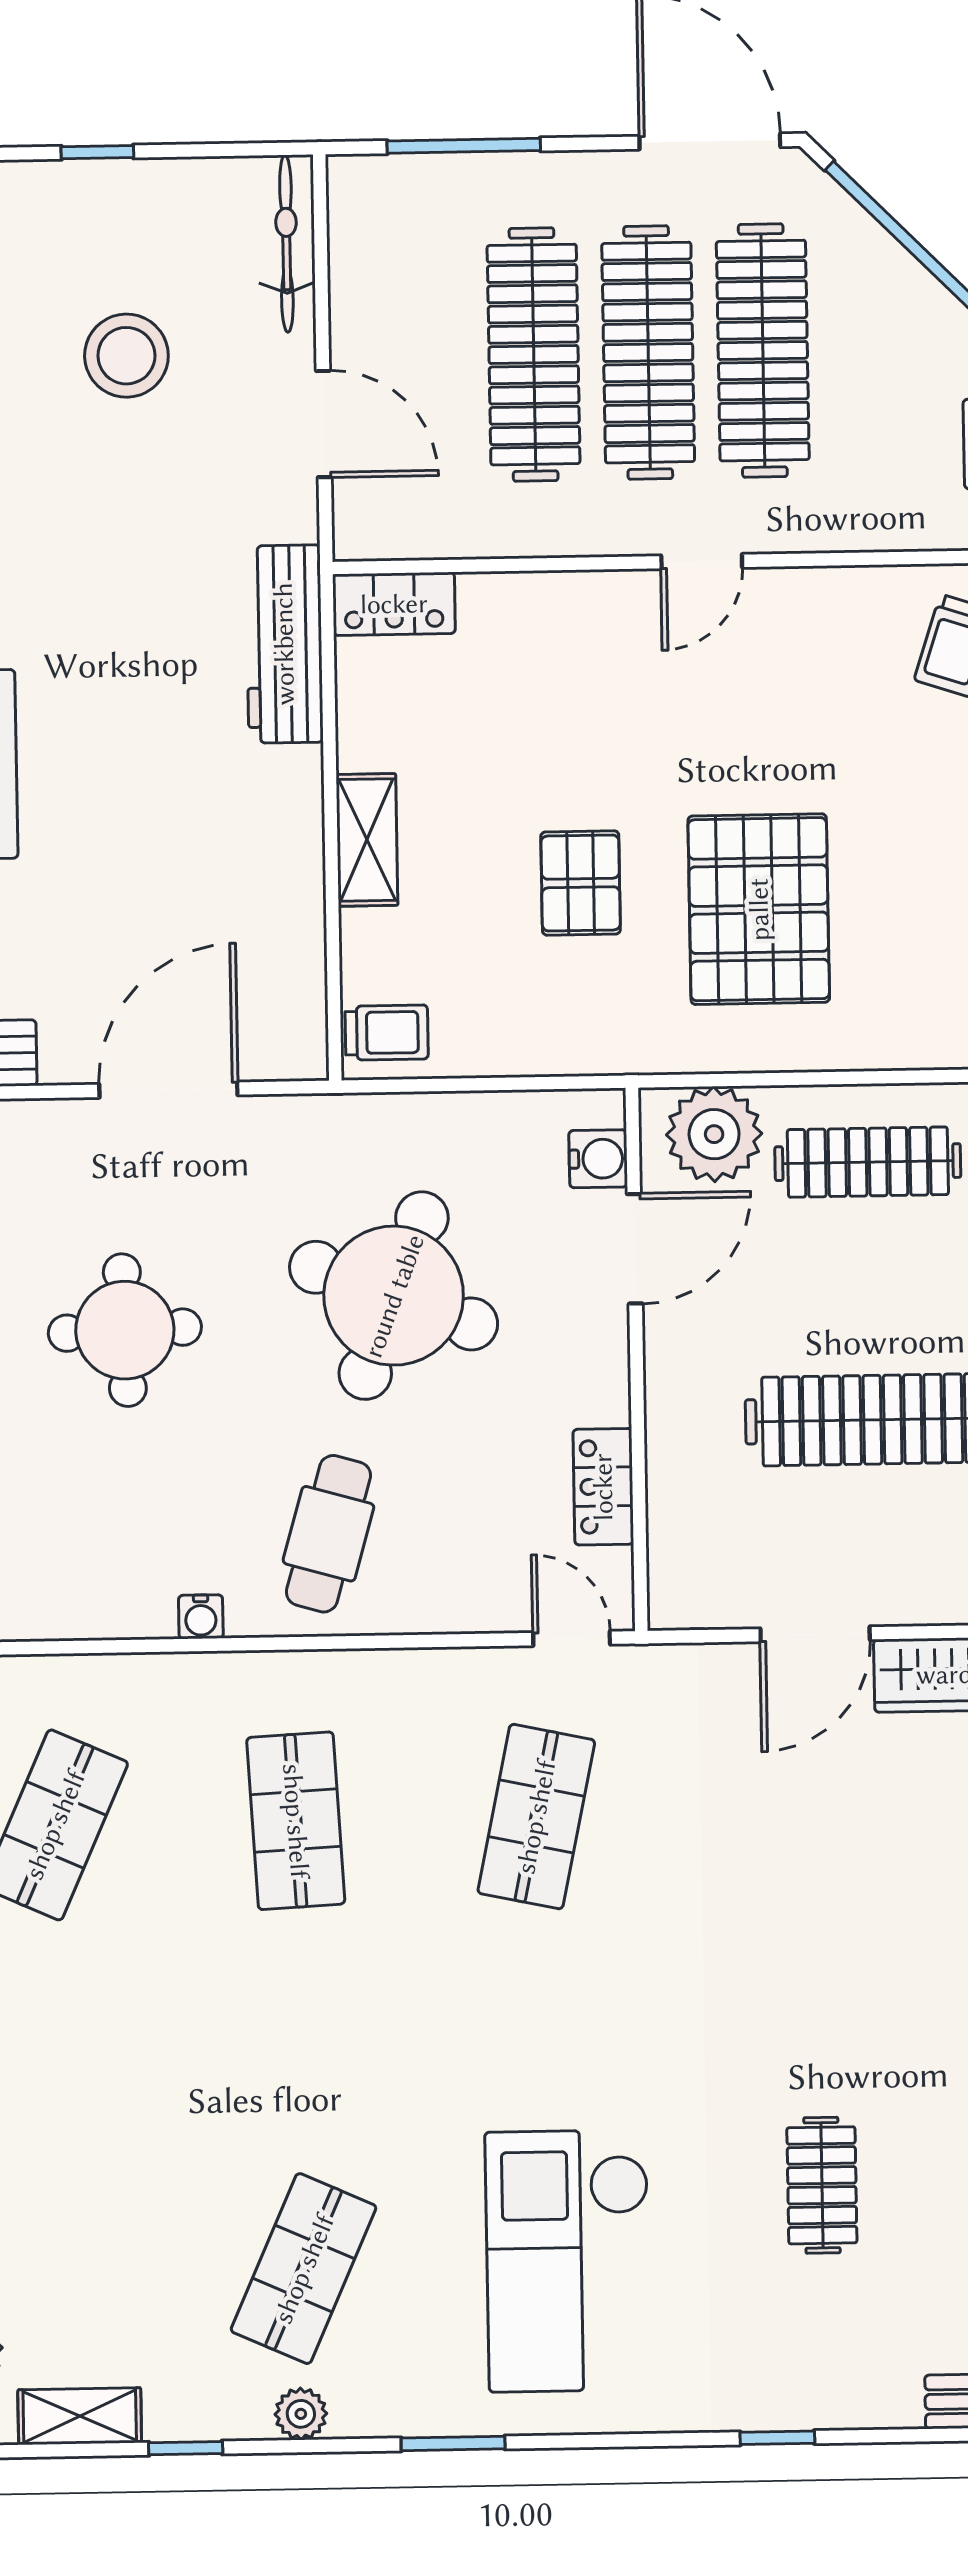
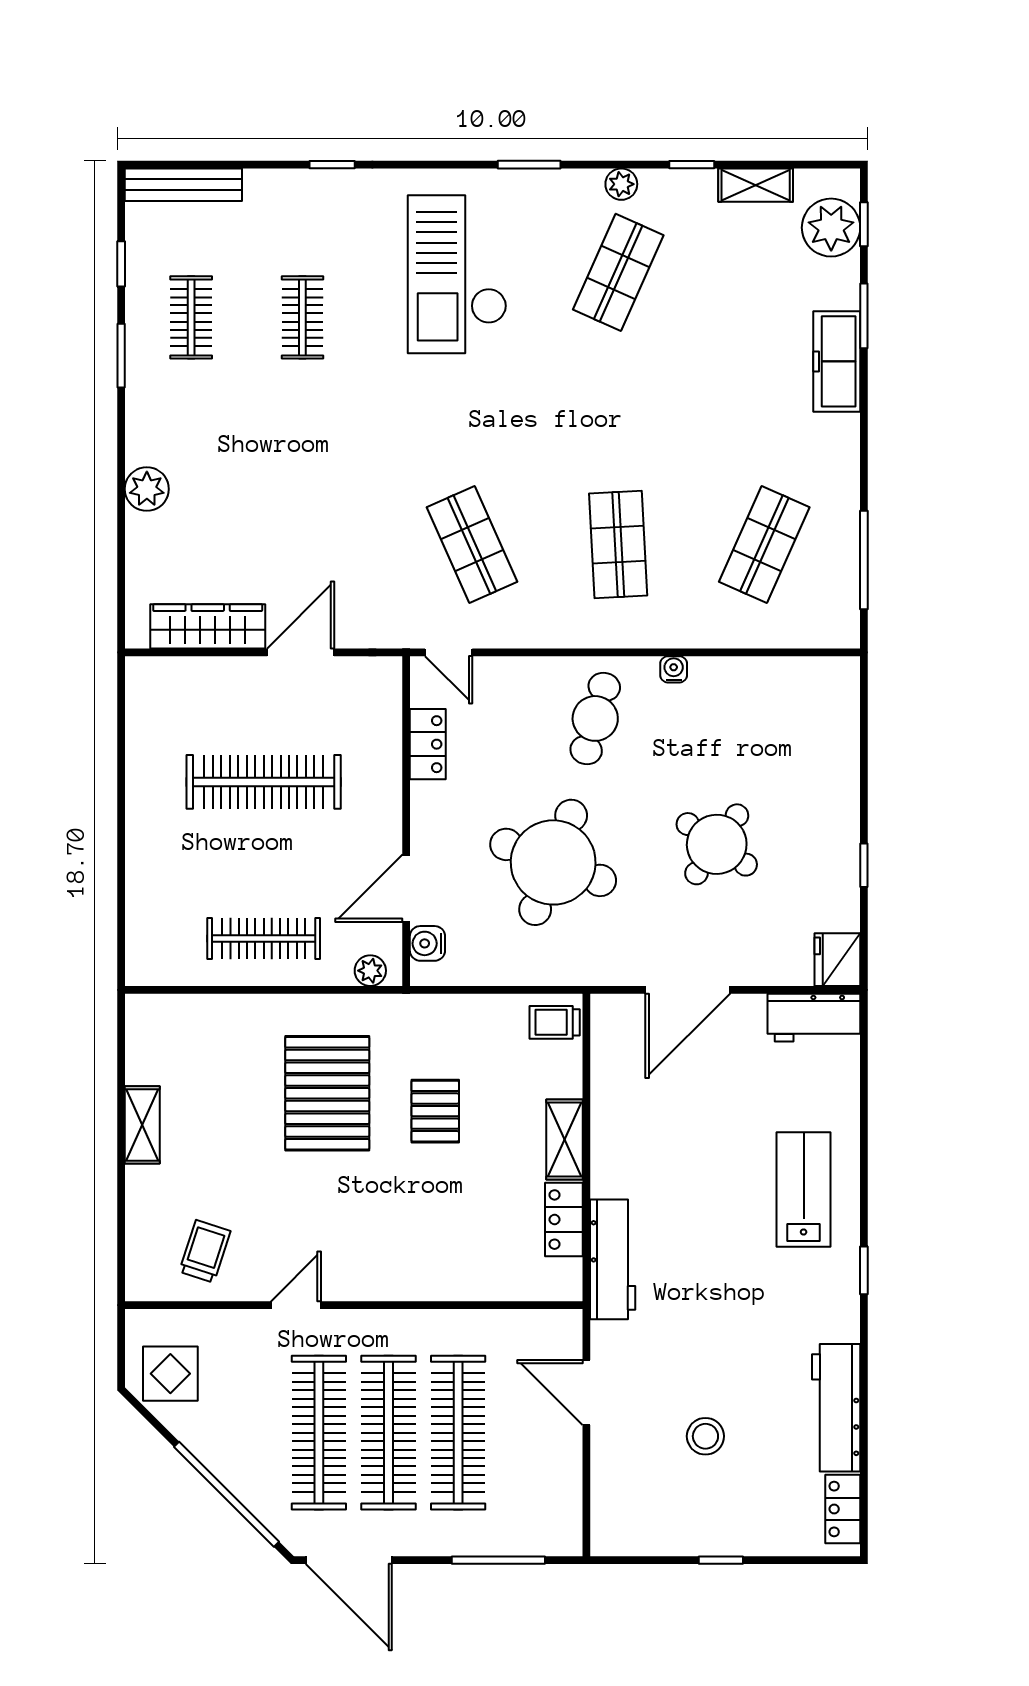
bicycle: (286, 244) -> (607, 1503), removed
stool: (126, 356) -> (705, 1436), width x0.73, depth x0.73
door: (702, 562) -> (296, 1305), moved
locker: (394, 604) -> (564, 1220), moved, turned -90
plant: (714, 1134) -> (370, 971), width x0.53, depth x0.53
round table: (125, 1330) -> (717, 844), turned 37
shop shelf: (536, 1817) -> (472, 545), turned -36
checkout: (568, 2261) -> (457, 274), turned 180

